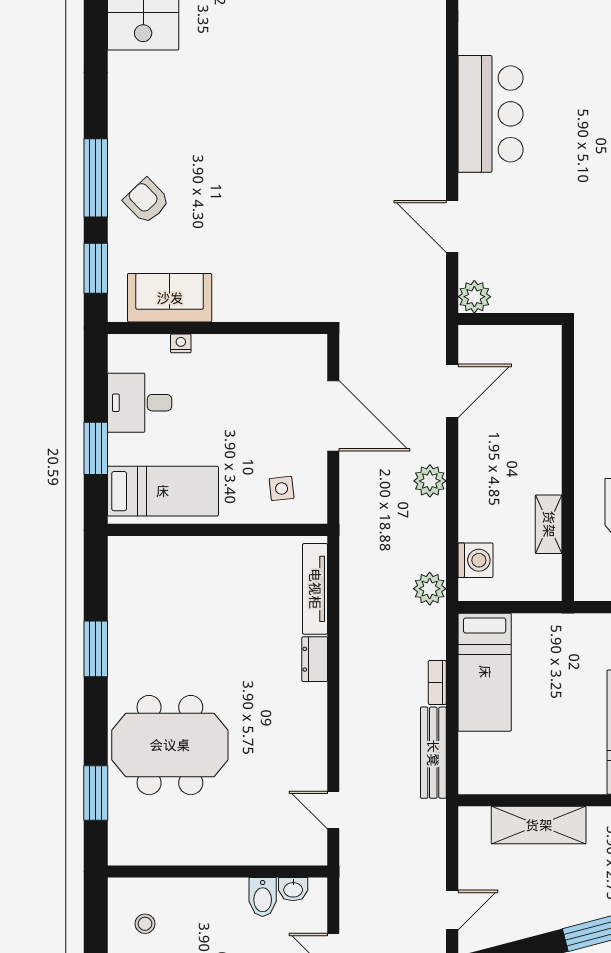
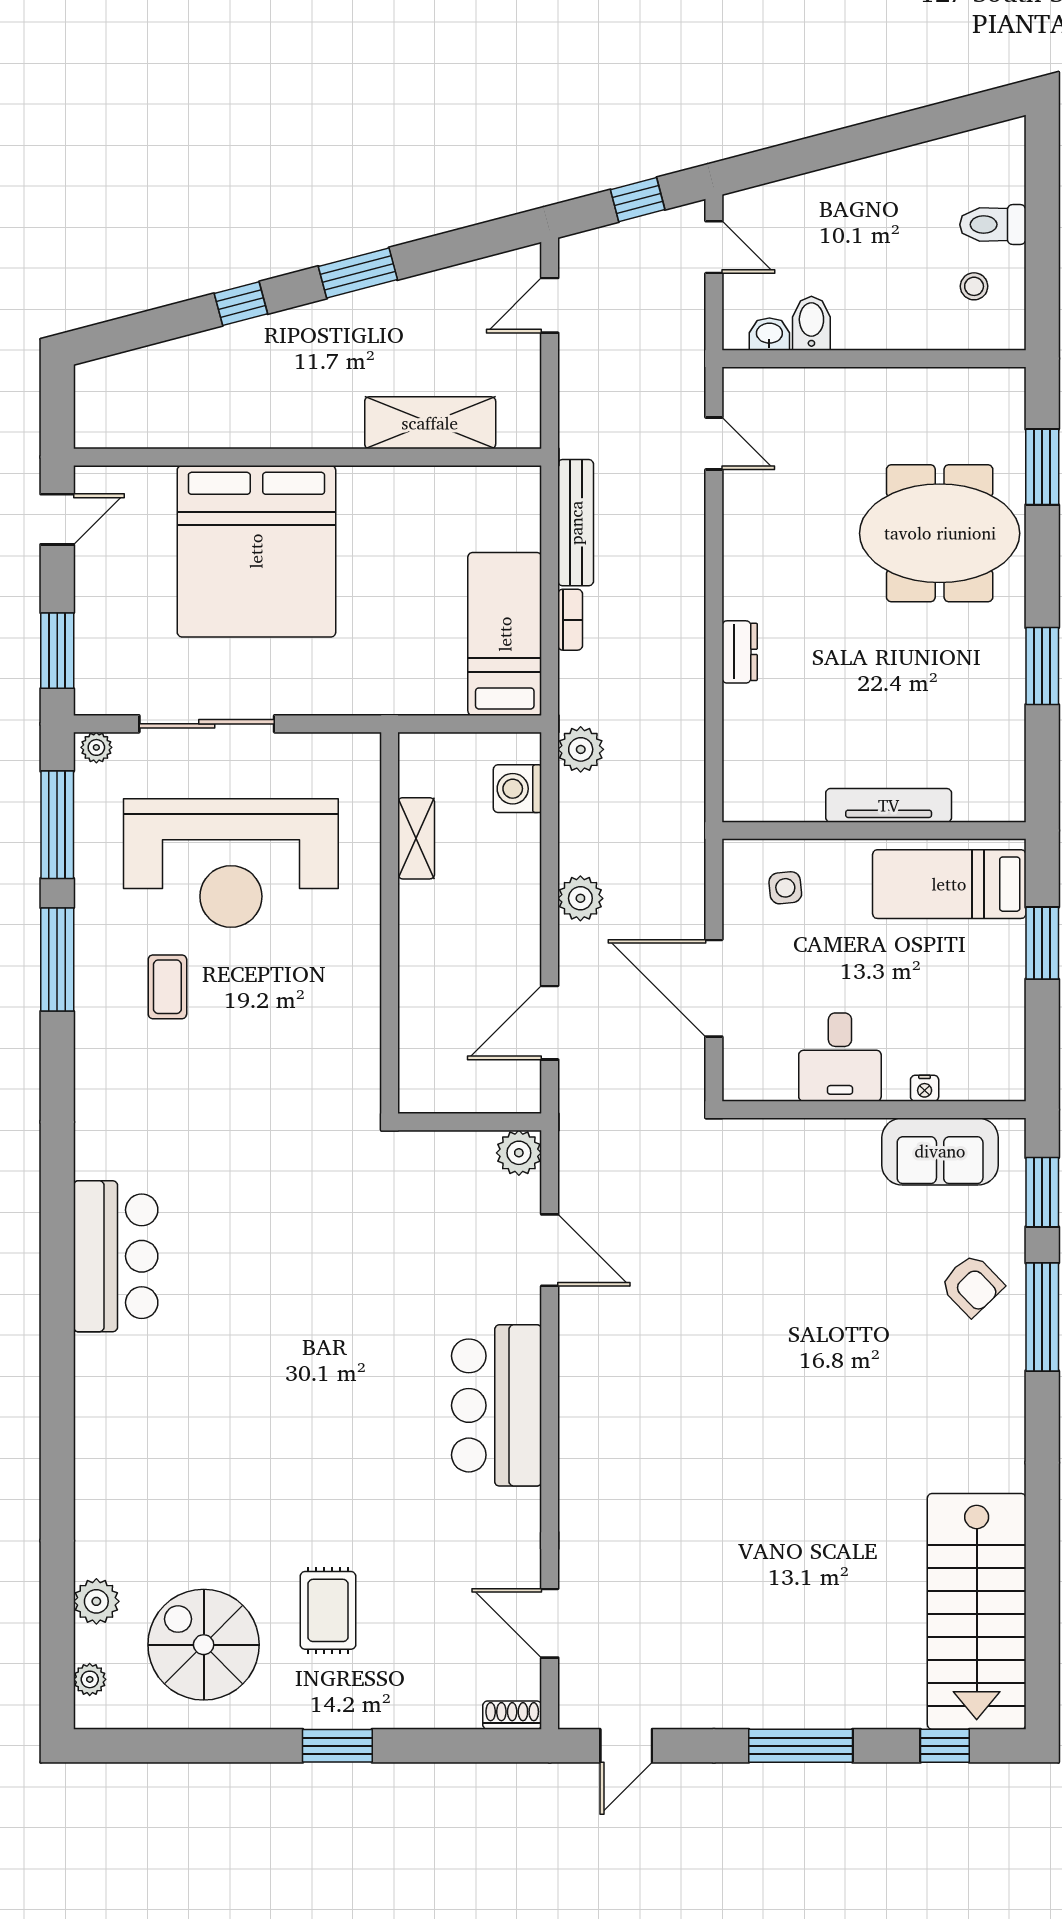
desk: (140, 403) -> (840, 1057), moved, turned 90
tv unit: (315, 589) -> (889, 805), moved, turned -90

